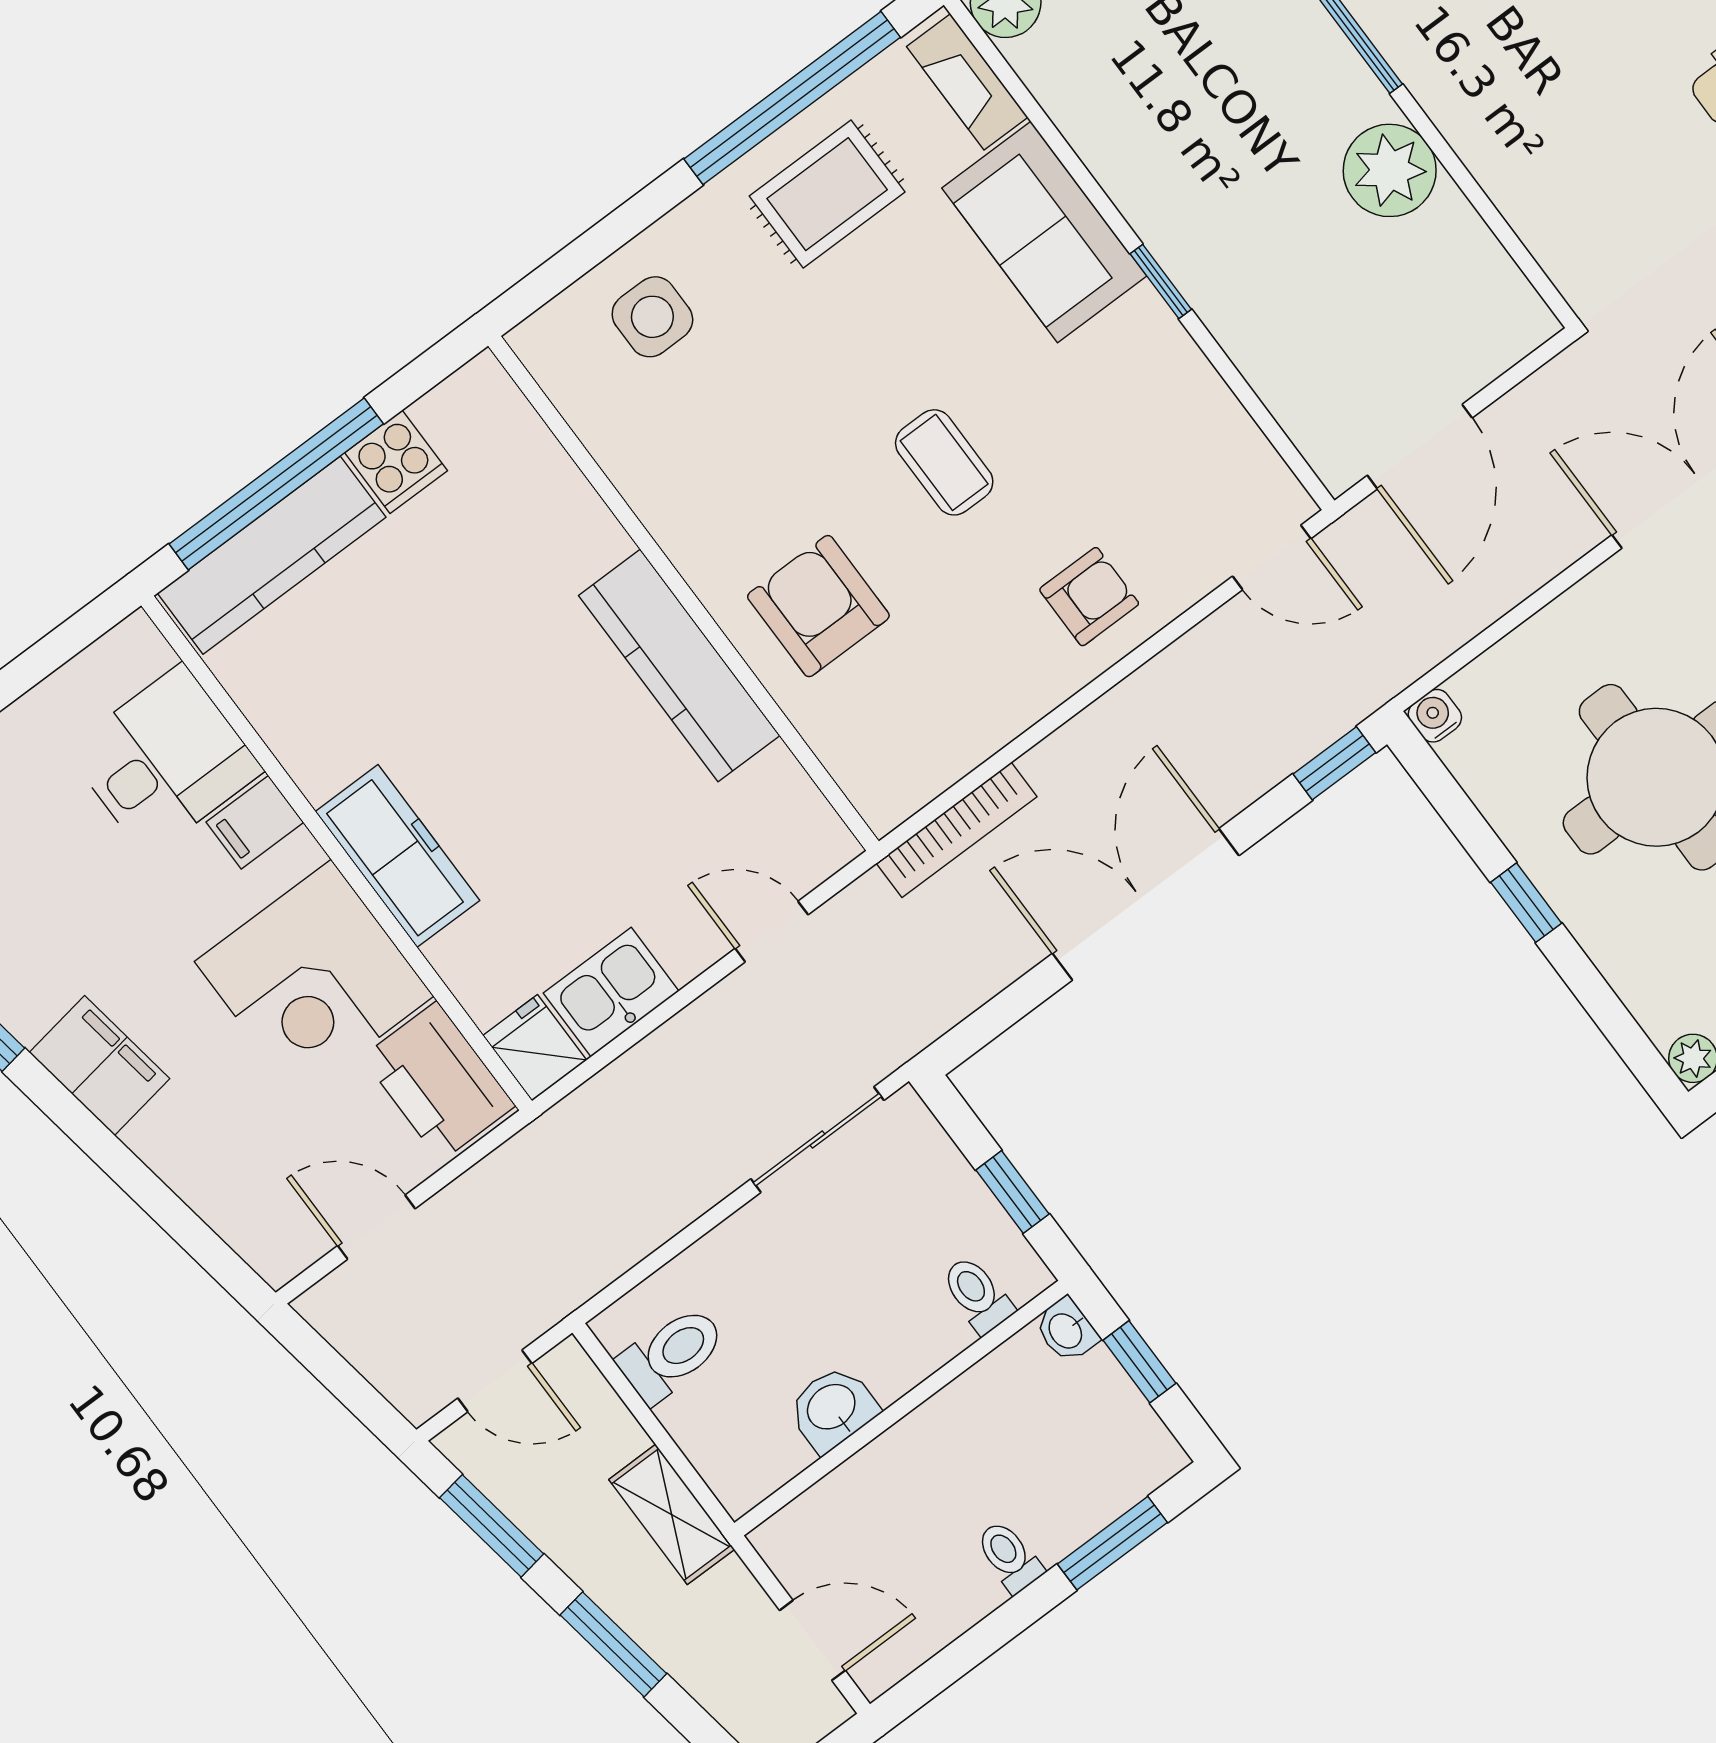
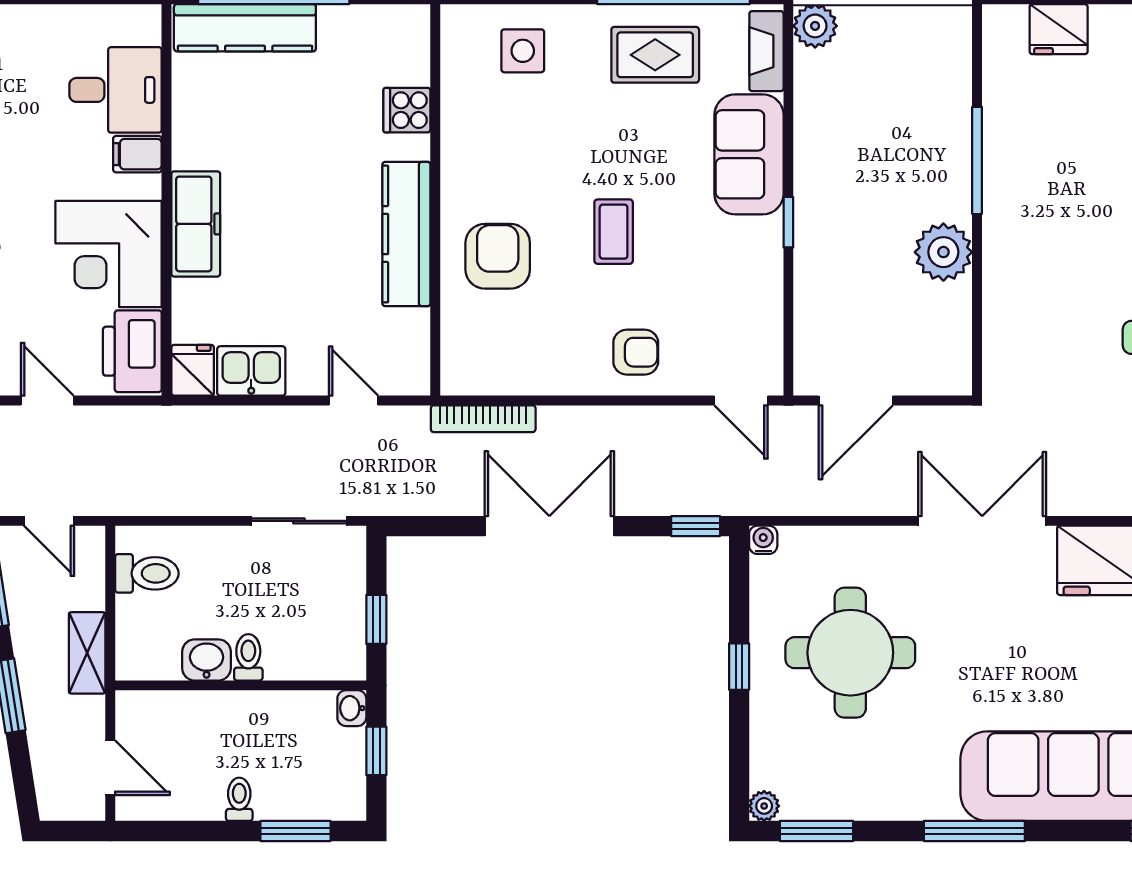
cooker: (396, 462) -> (407, 110), moved, turned 90
toilet: (977, 1295) -> (248, 657), moved

